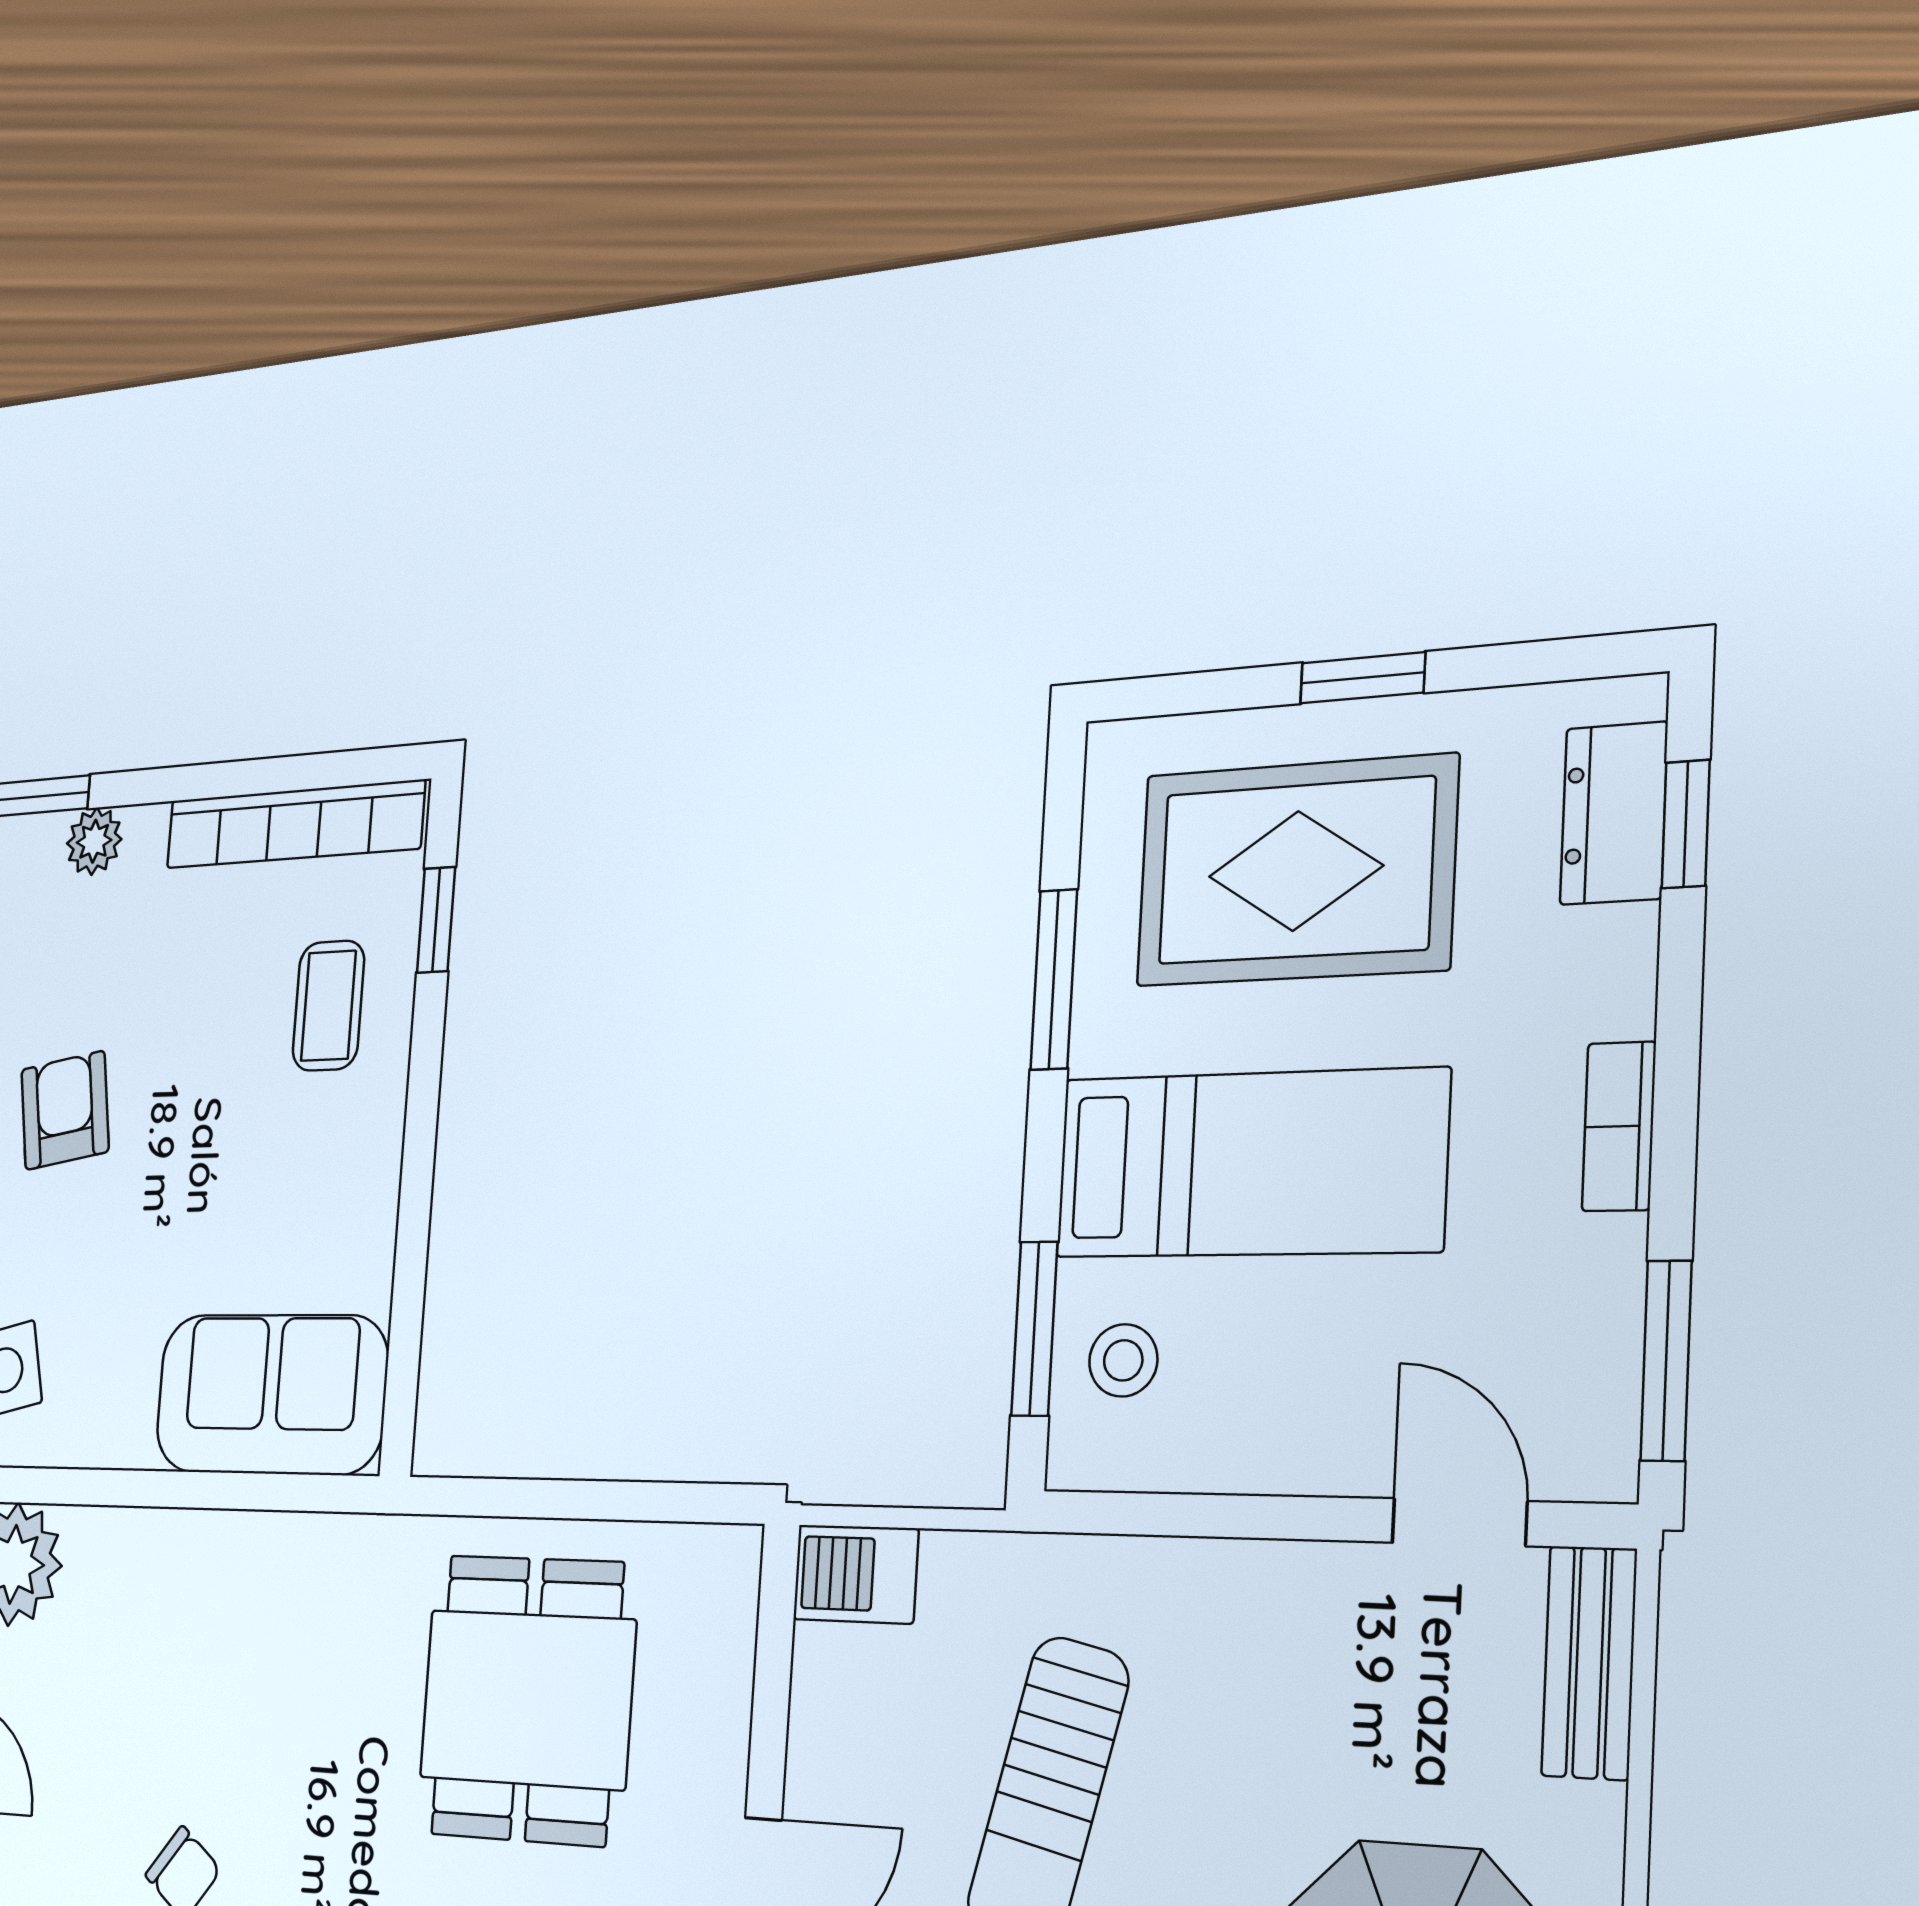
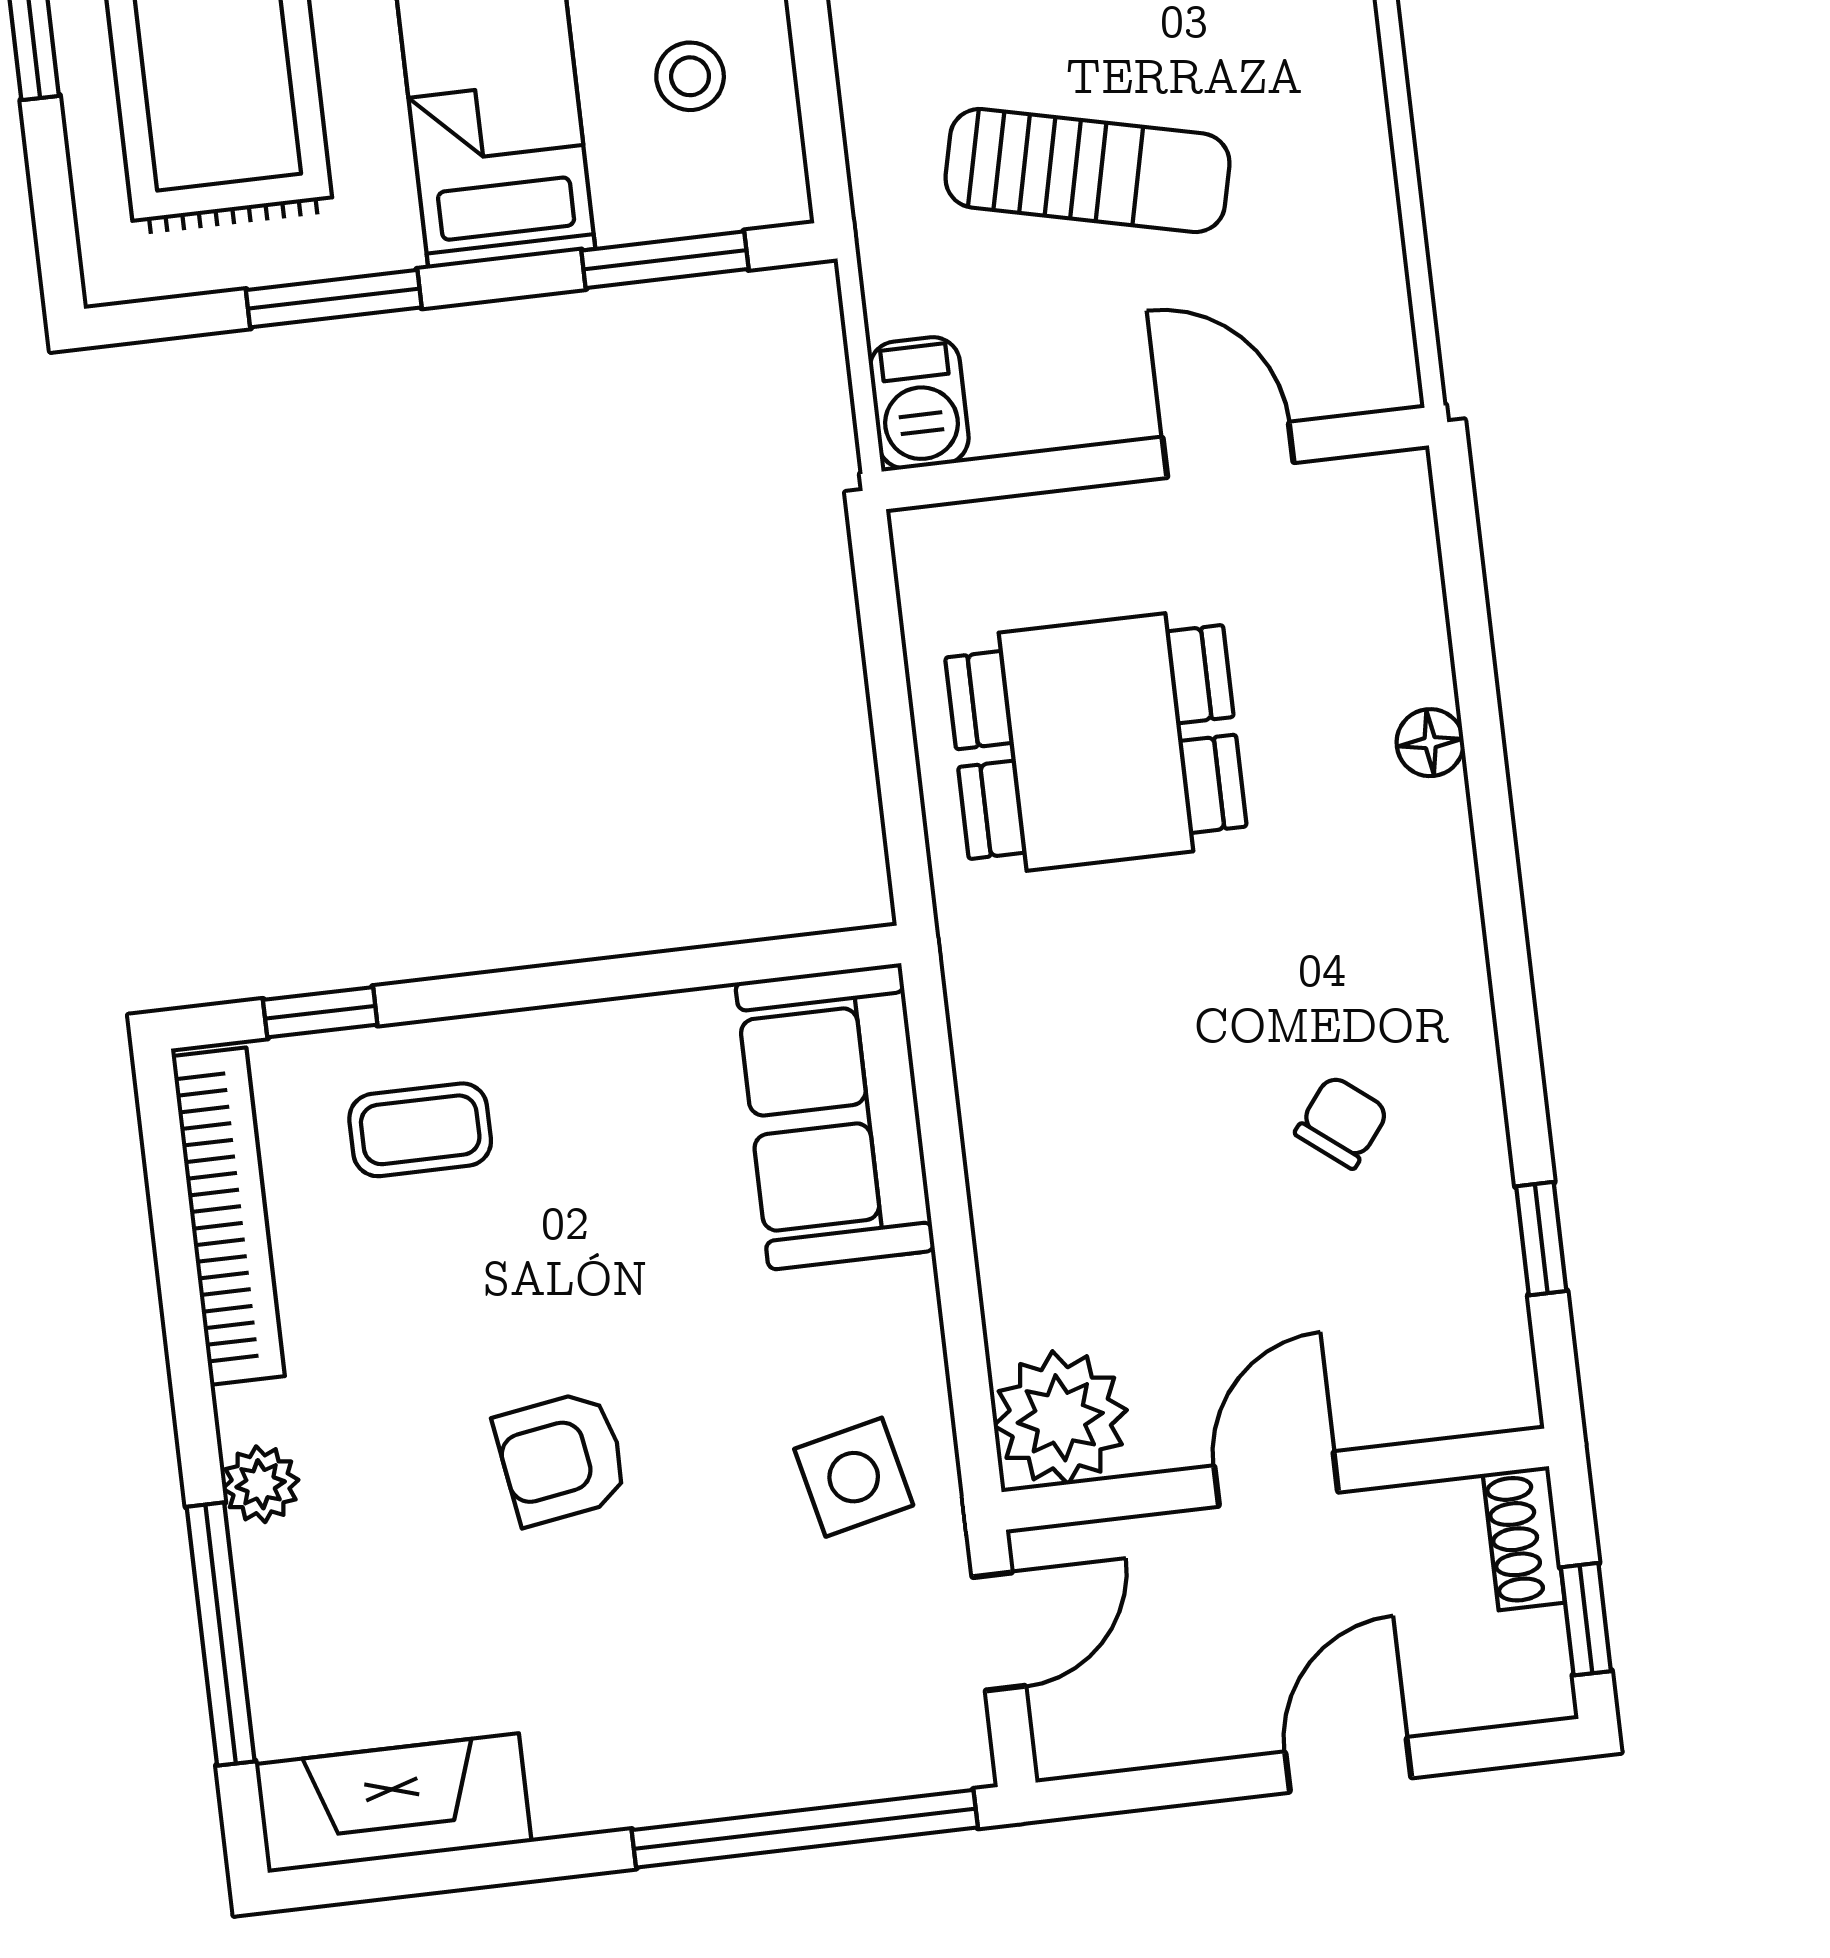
stool: (1123, 1360) -> (690, 76), moved

